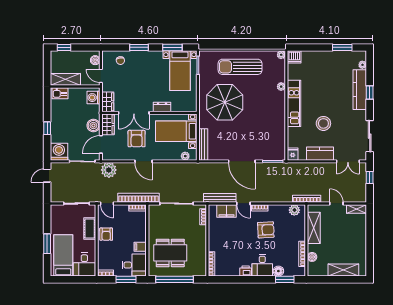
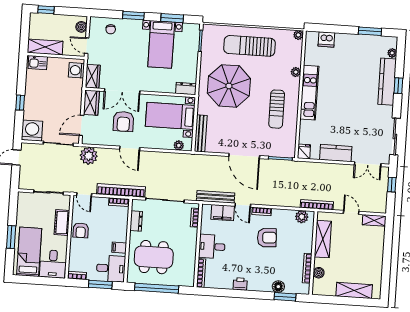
dishwasher: (294, 57) -> (326, 39), moved
bed with nightstands: (180, 71) -> (161, 44), moved
dresser: (162, 107) -> (186, 89), moved
sun lounger: (267, 119) -> (277, 109), added
stool: (323, 123) -> (342, 118), removed
boiler: (93, 125) -> (74, 103), removed
dresser: (153, 223) -> (136, 221), added
desk: (262, 265) -> (212, 246), moved, turned 90

